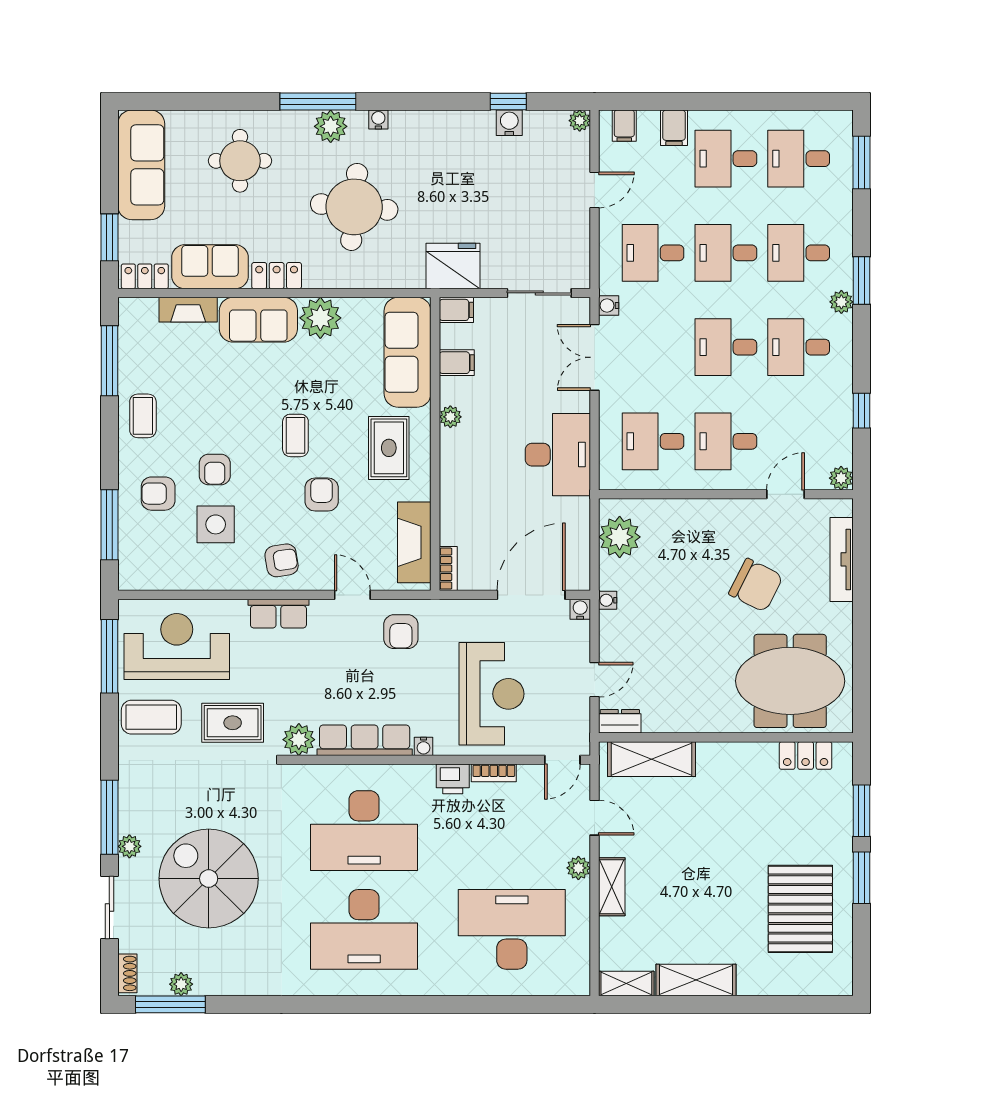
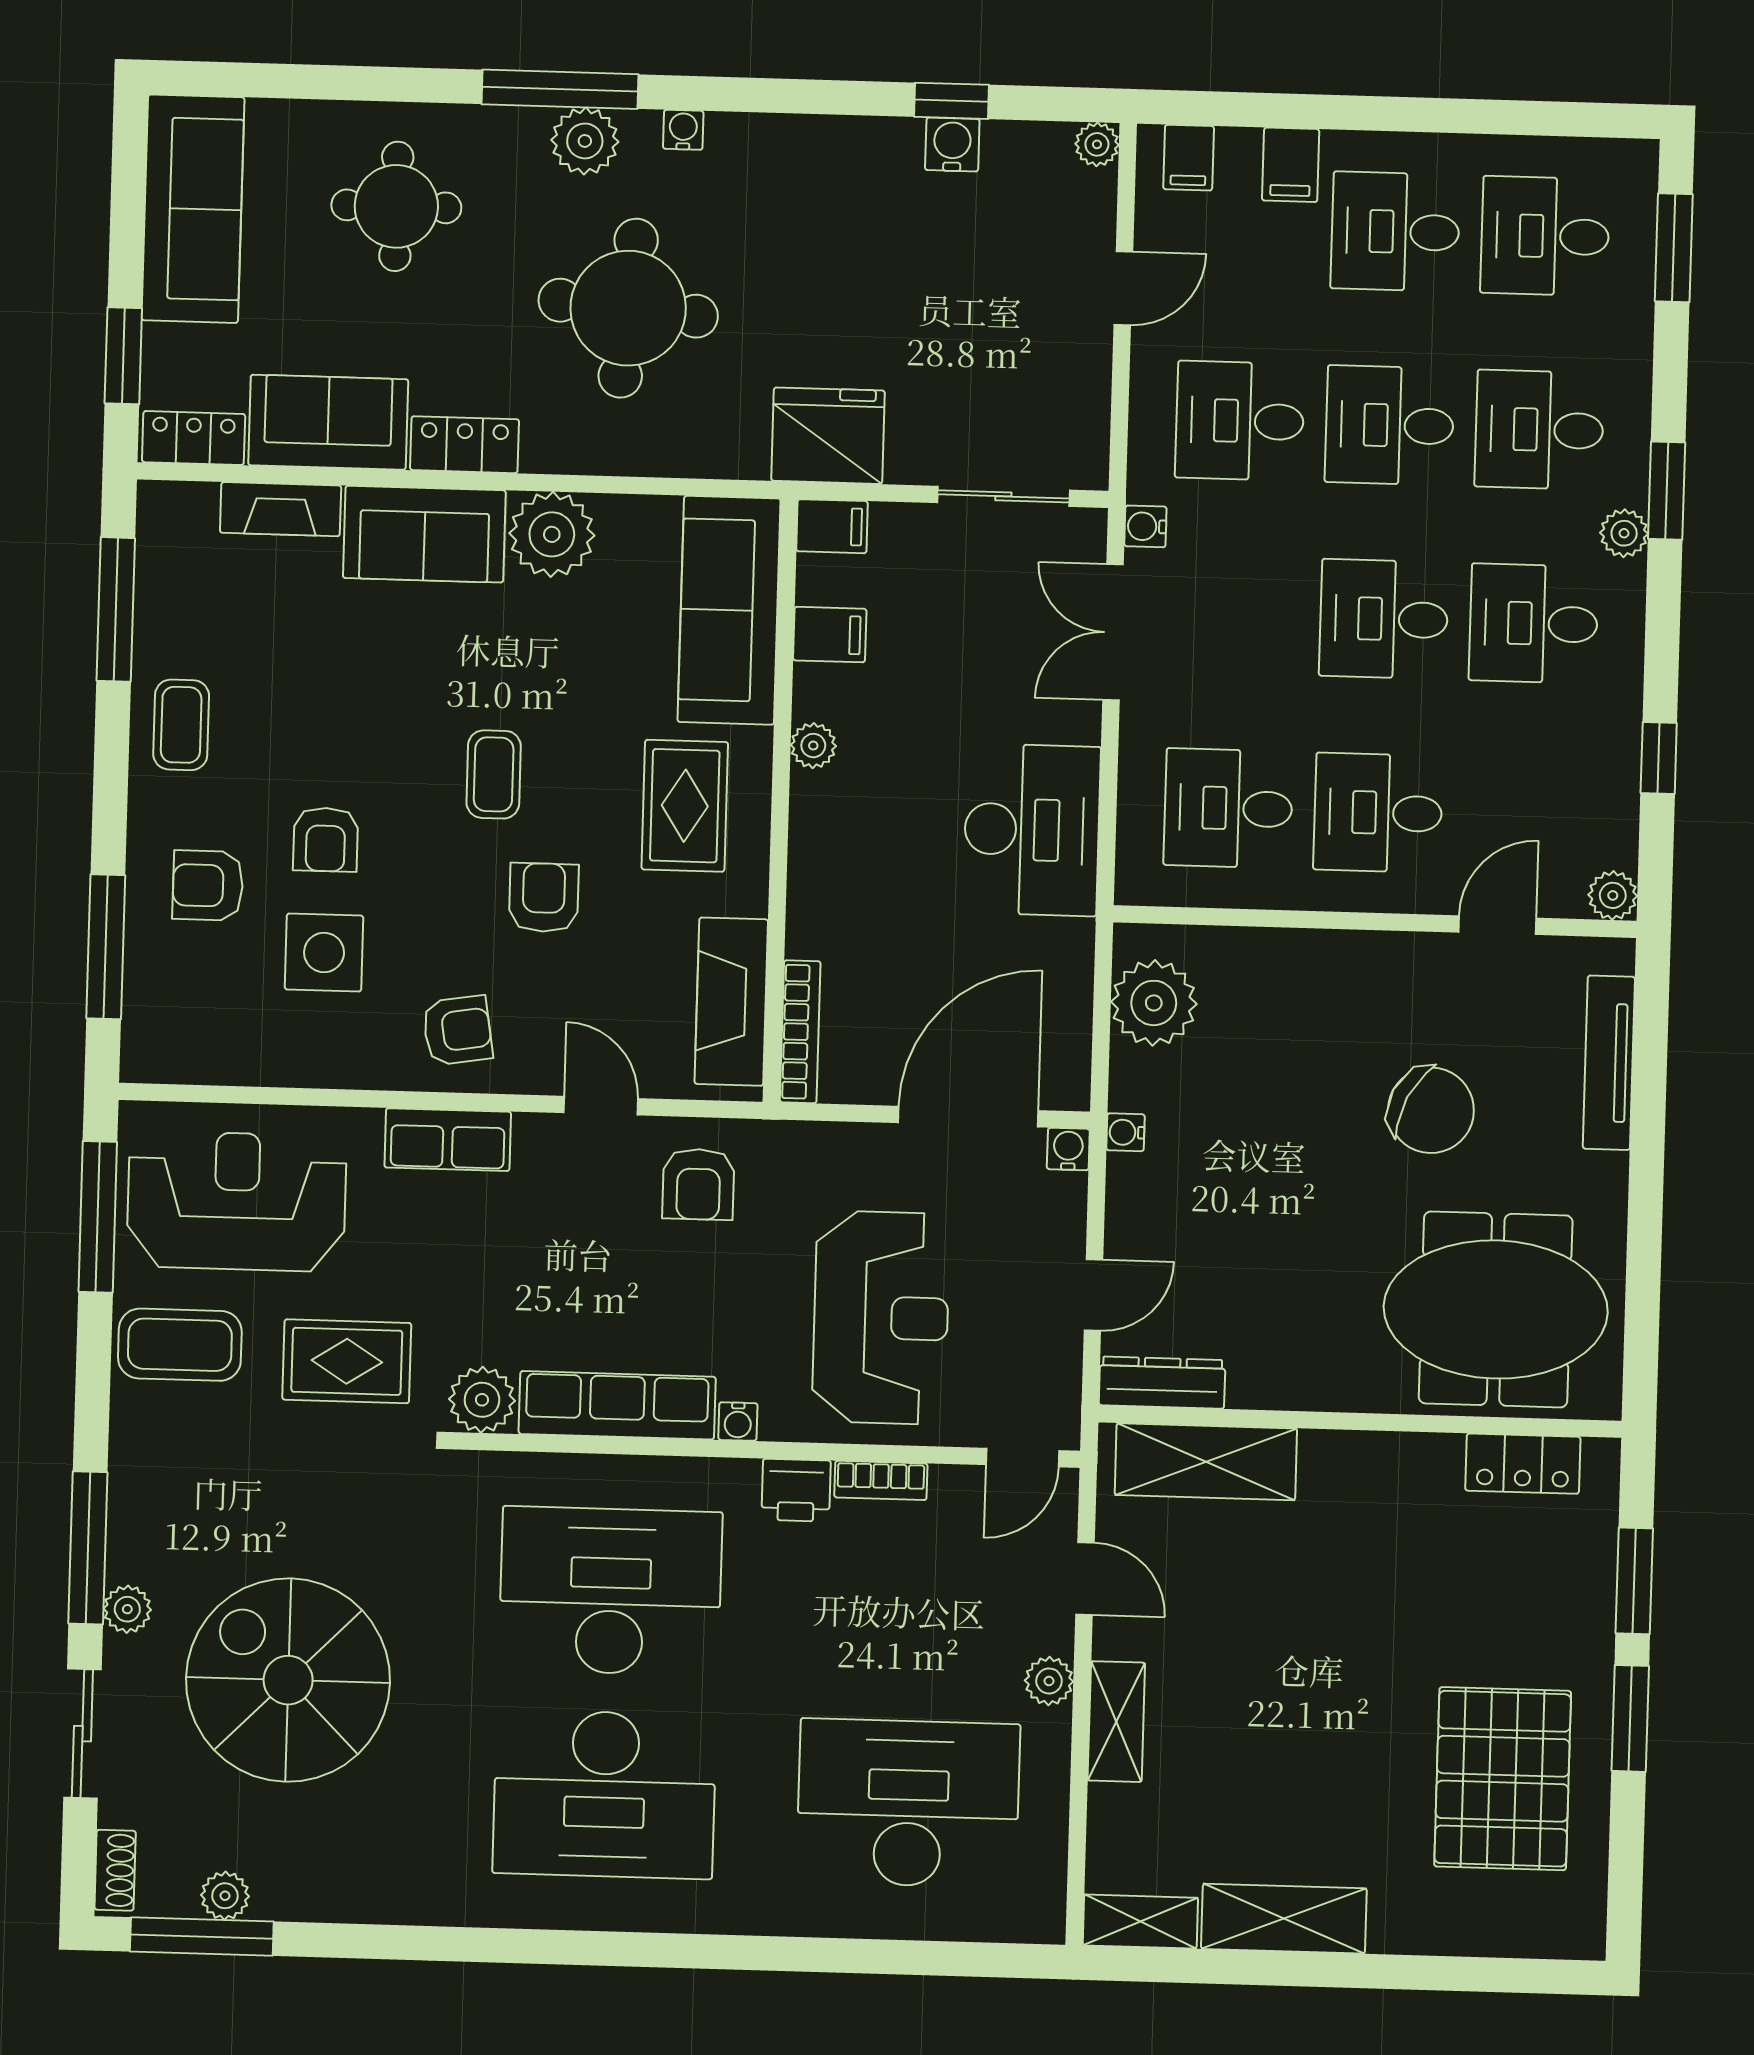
bookcase: (448, 569) -> (800, 1032), width x1.56
dresser: (620, 721) -> (1162, 1383), width x1.44
desk: (364, 831) -> (610, 1591), turned 180

